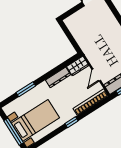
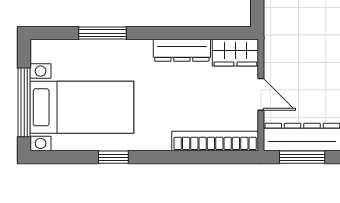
door: (96, 75) -> (261, 94), swing flipped
window: (71, 122) -> (113, 157), moved

